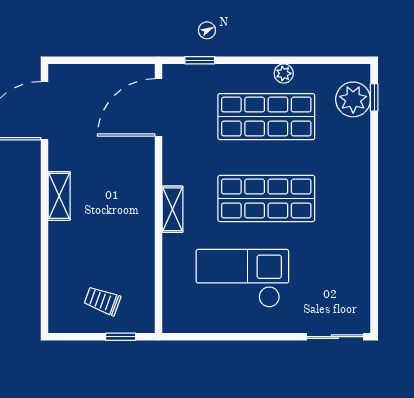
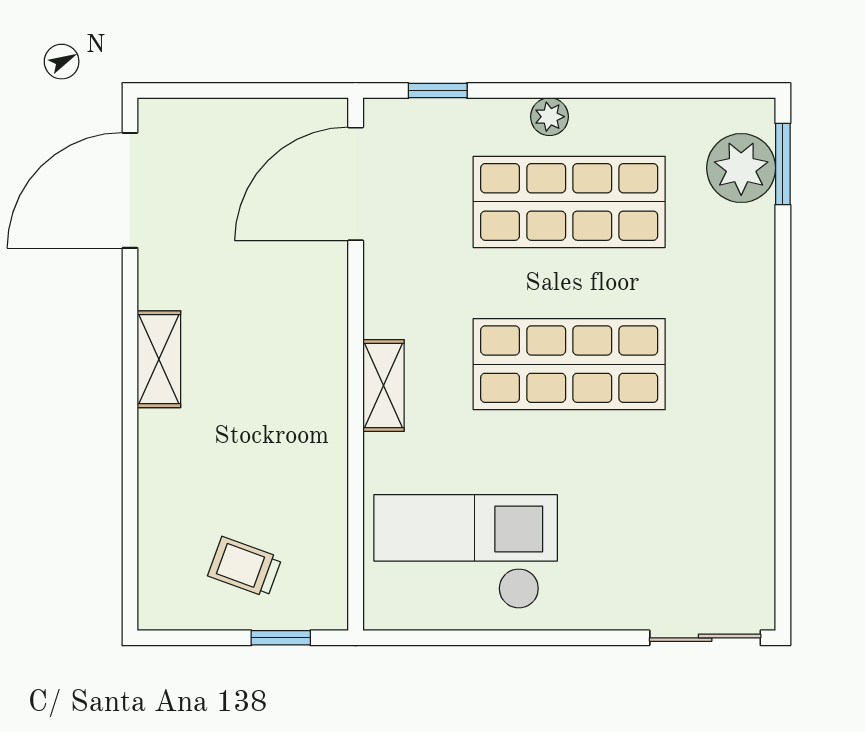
plant: (284, 73) -> (550, 117), moved
window: (374, 97) -> (783, 164), width x1.50
checkout: (242, 278) -> (466, 552), moved

